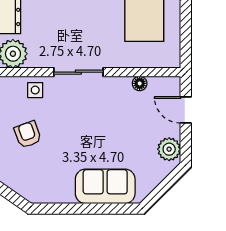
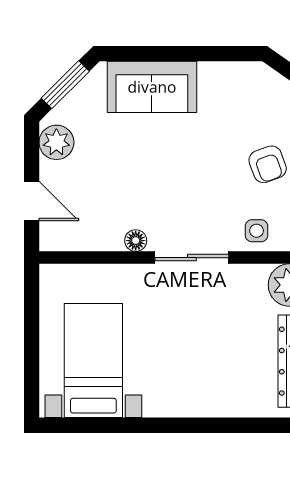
floor lamp: (140, 83) -> (136, 241), moved
window: (163, 188) -> (65, 85), added

